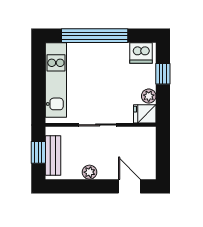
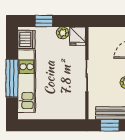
window: (95, 36) -> (12, 78), width x0.68
kitchen unit: (56, 80) -> (27, 81), moved, turned 90

